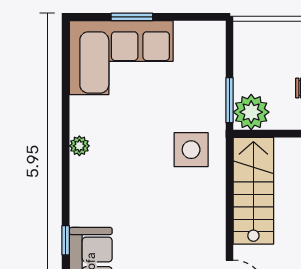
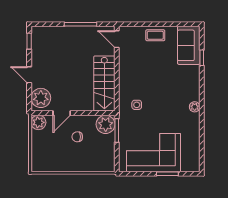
corner sofa: (121, 58) -> (153, 153), moved
side table: (191, 150) -> (137, 105), width x0.54, depth x0.54

